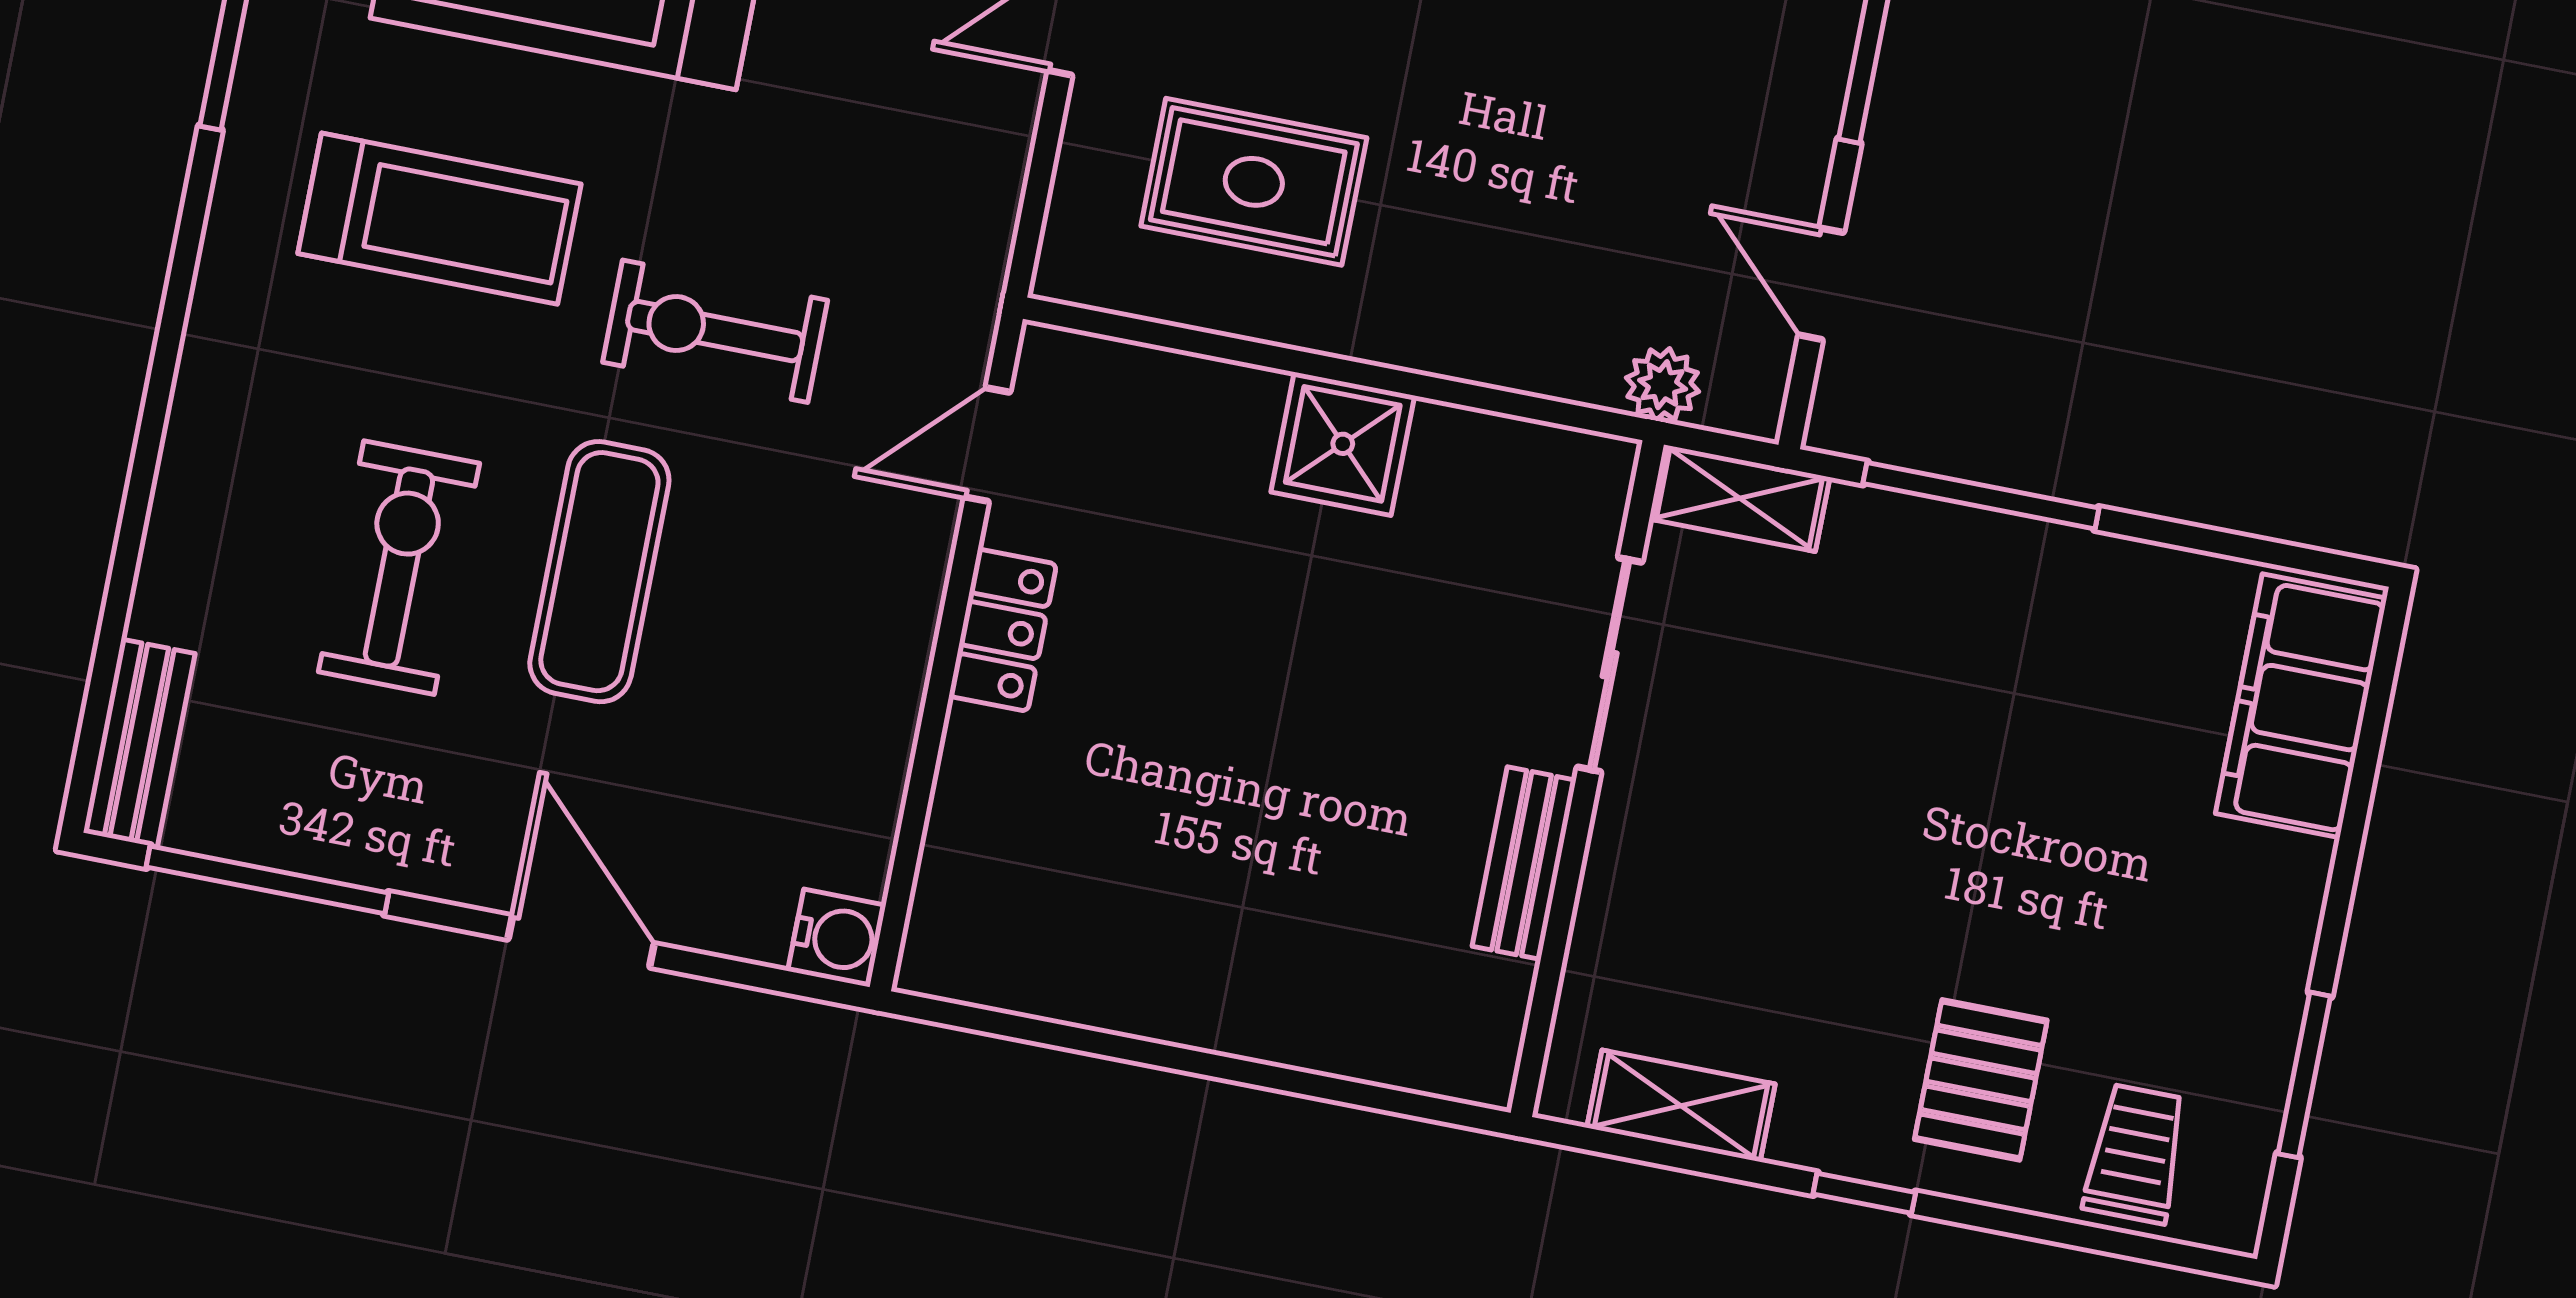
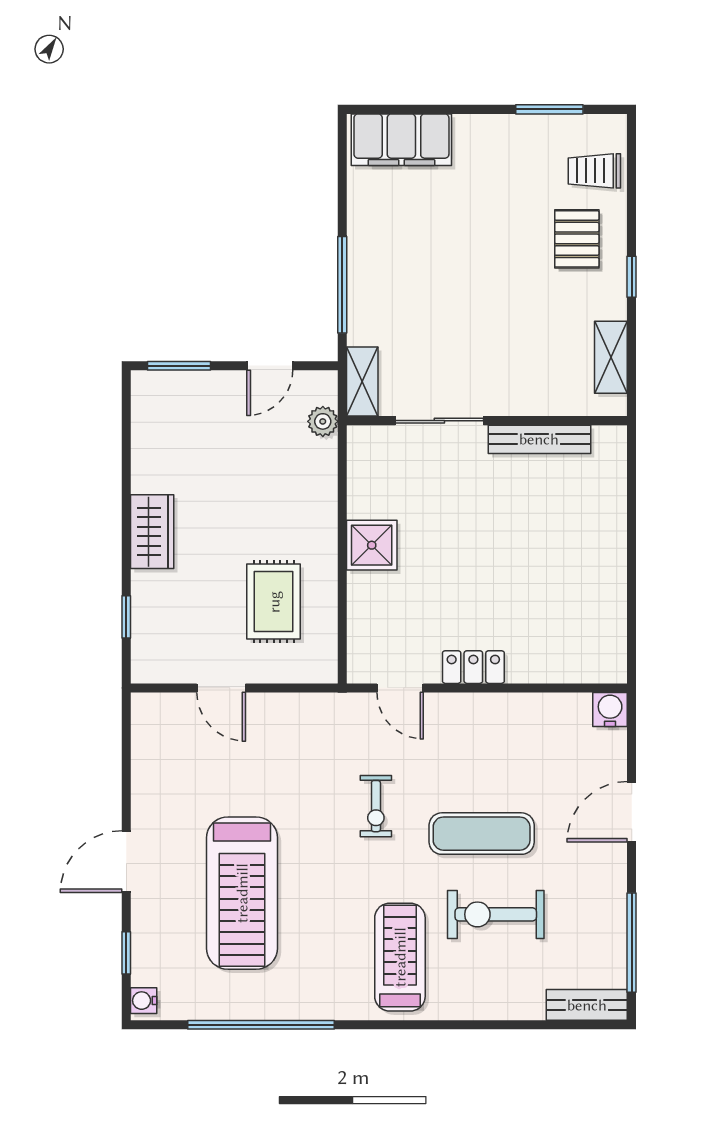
treadmill: (439, 219) -> (400, 957), moved
exercise bike: (715, 331) -> (376, 806), width x0.73, depth x0.72
bench: (1524, 863) -> (539, 439), width x1.36
pallet: (1981, 1080) -> (577, 239), turned 90

